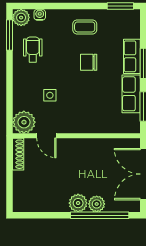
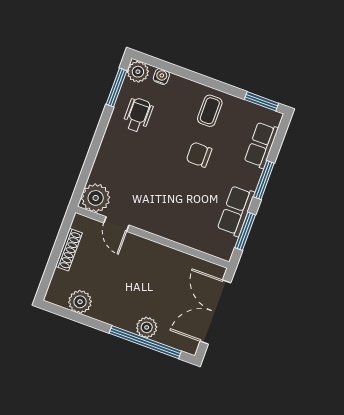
coffee table: (85, 27) -> (210, 111), turned 90
row of seats: (132, 56) -> (261, 145), moved
side table: (50, 95) -> (138, 177), removed
shoe rack: (18, 154) -> (69, 250), moved
plant: (78, 203) -> (80, 302), moved

